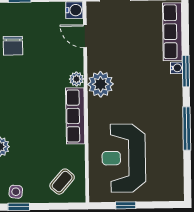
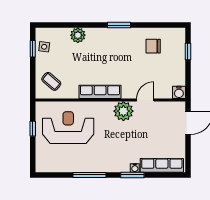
door: (85, 36) -> (145, 100), moved
plant: (76, 79) -> (128, 93), removed

